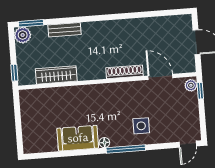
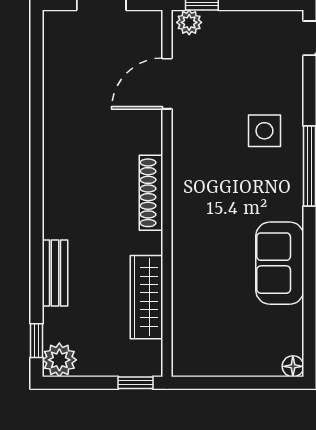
window: (31, 23) -> (36, 341), width x0.67
shoe rack: (125, 72) -> (151, 193), moved
floor lamp: (104, 143) -> (293, 366), moved

